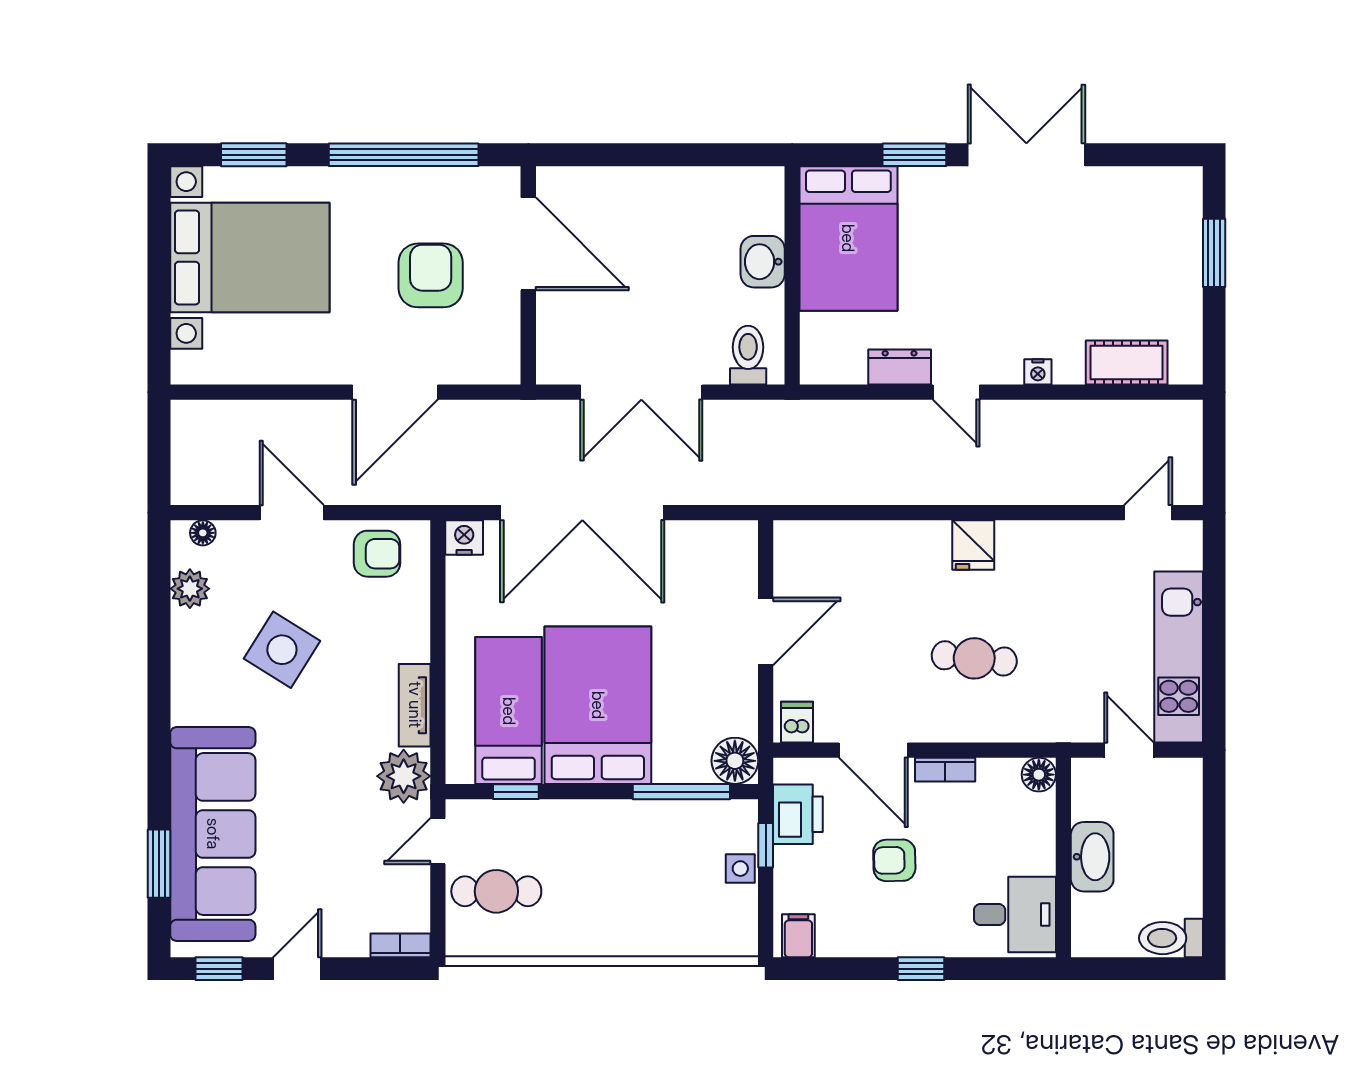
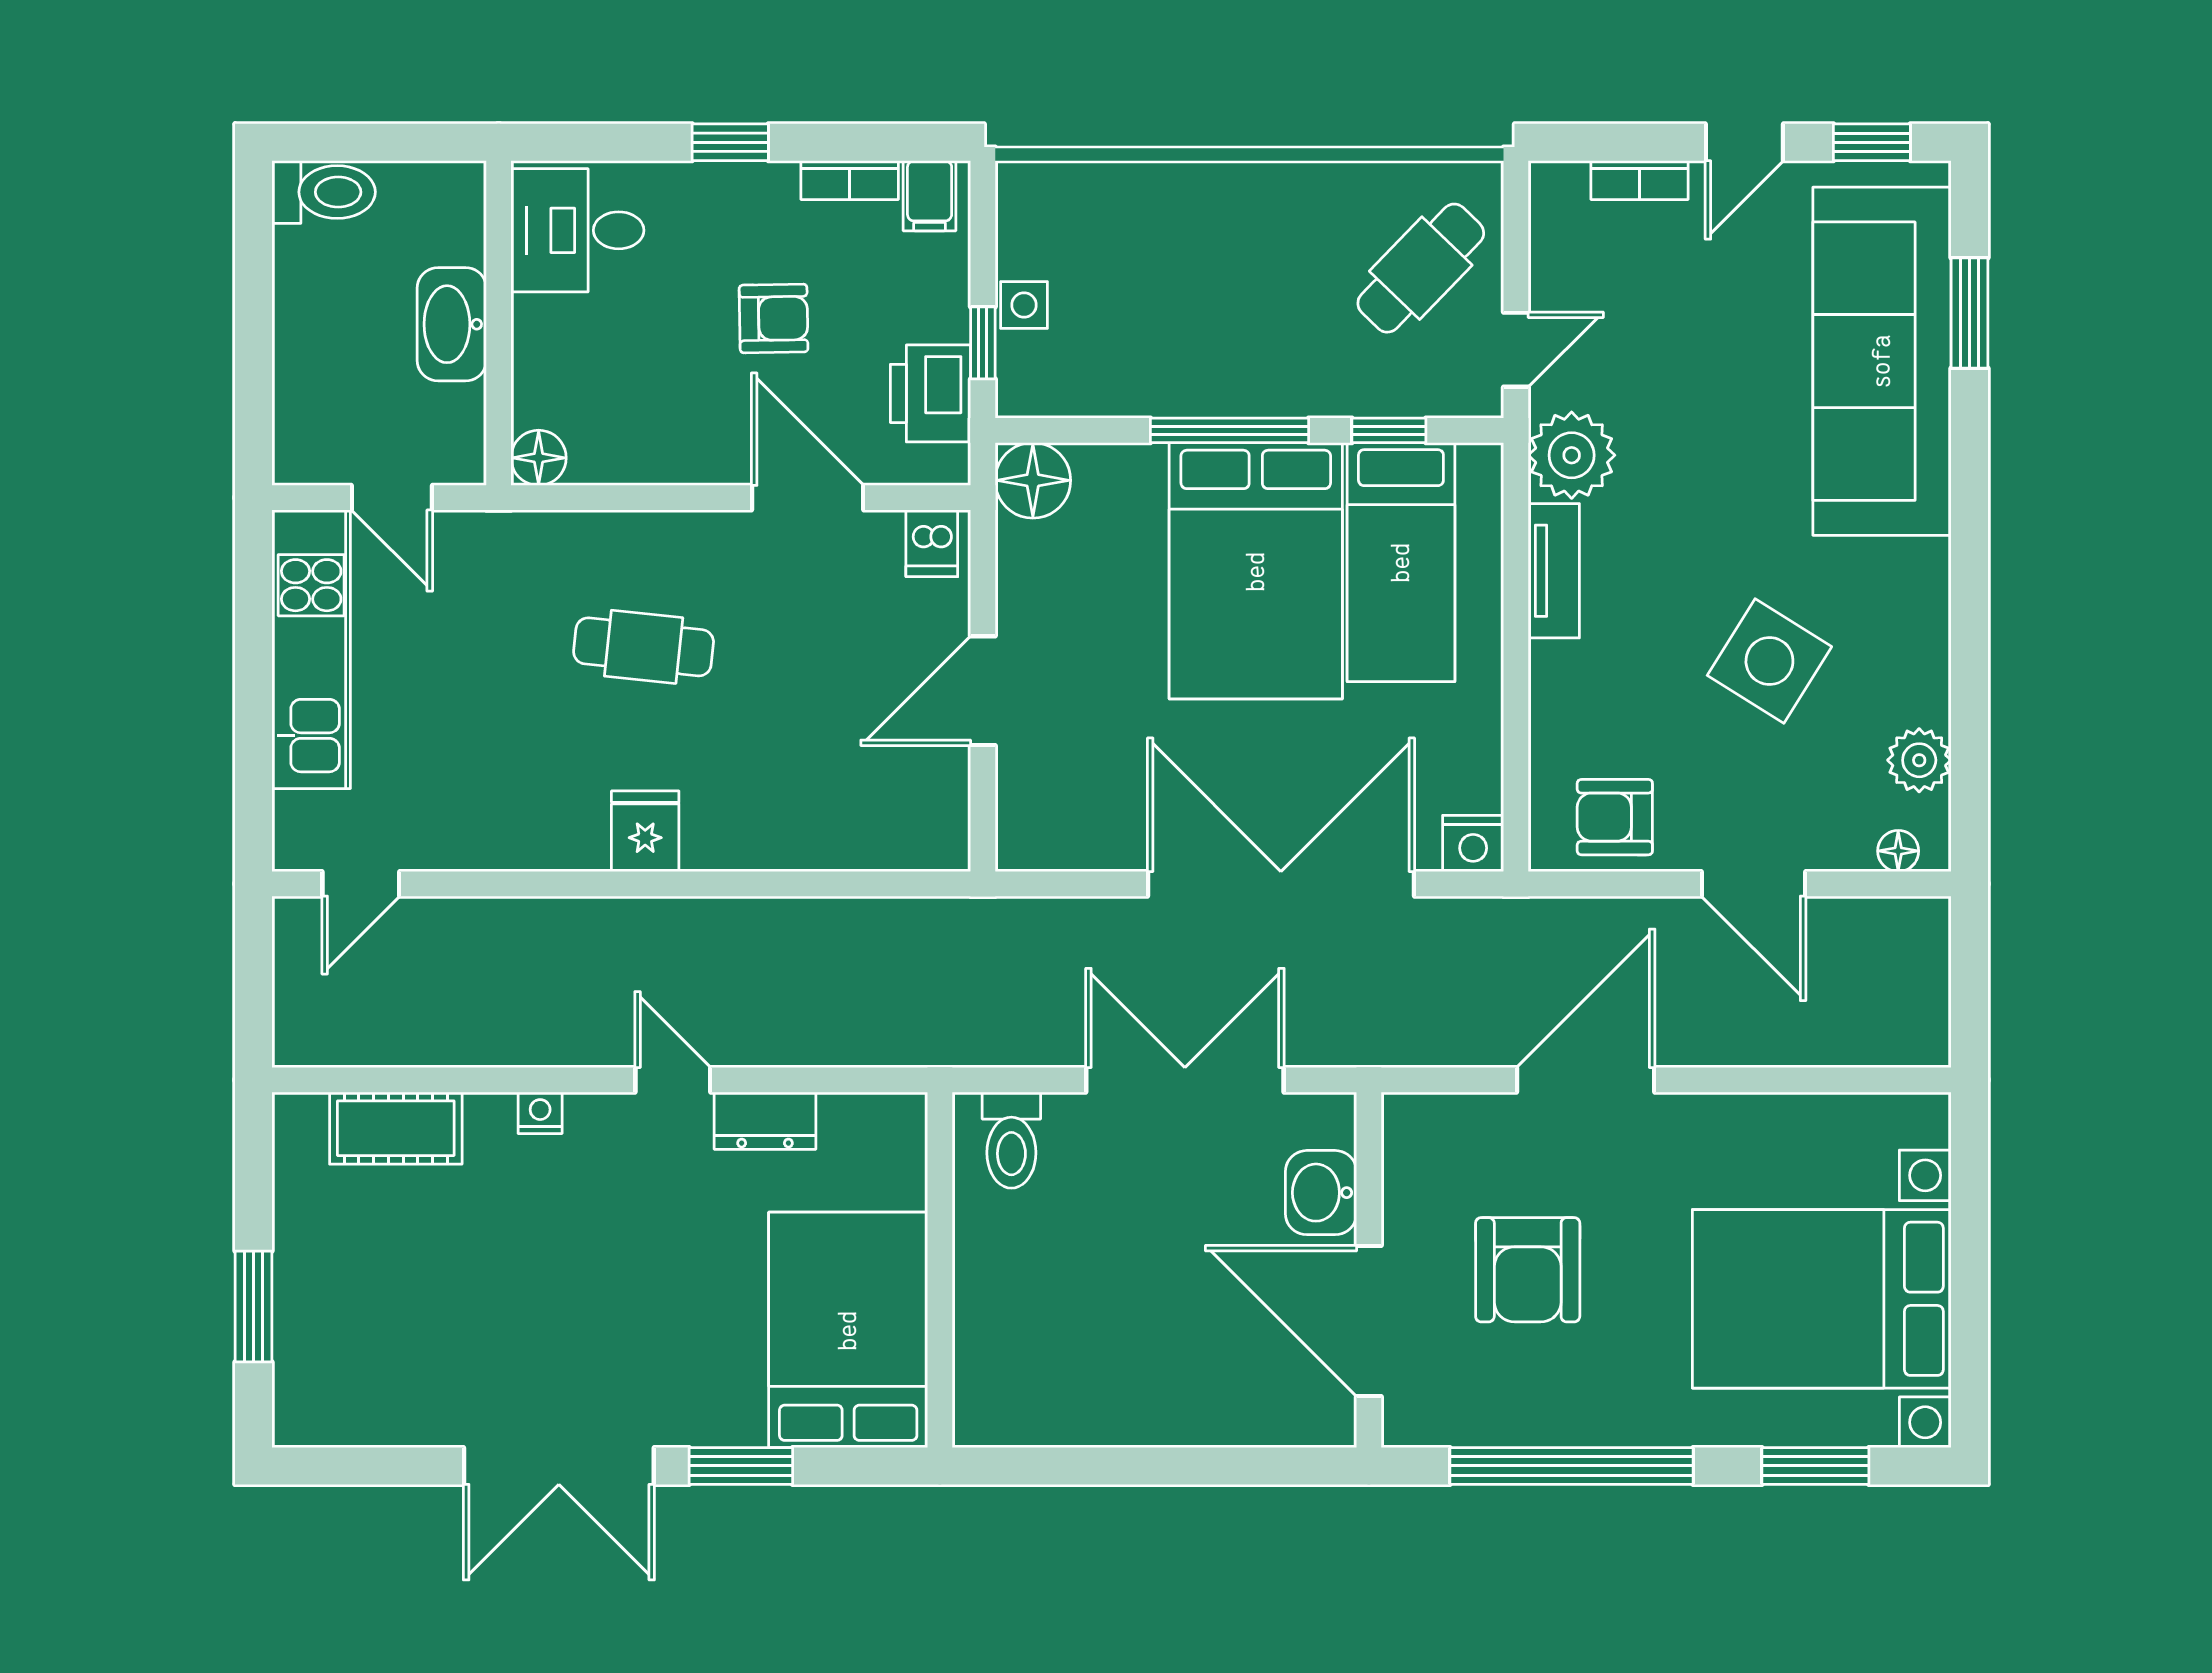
washbasin: (763, 262) -> (1321, 1193), moved, turned 180
bookcase: (945, 770) -> (850, 180), moved, turned 180
window: (681, 792) -> (1229, 430), moved
cafe table: (496, 891) -> (1421, 268), turned -46
bookcase: (400, 945) -> (1640, 180), moved

